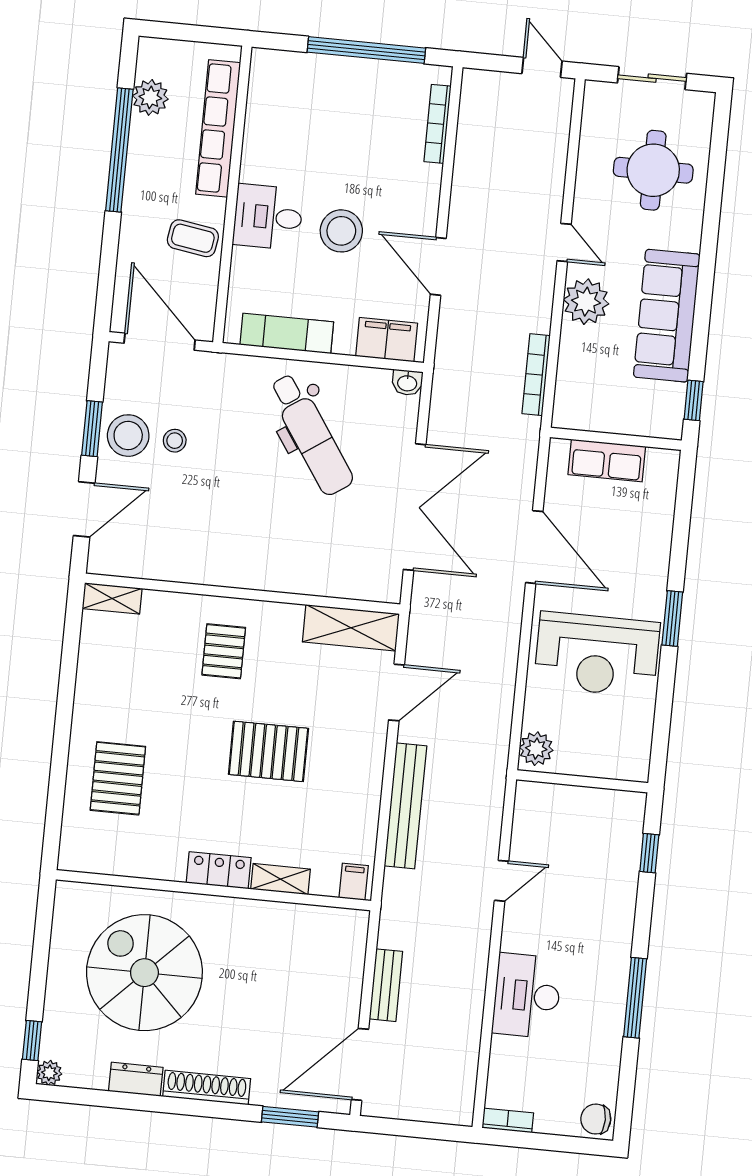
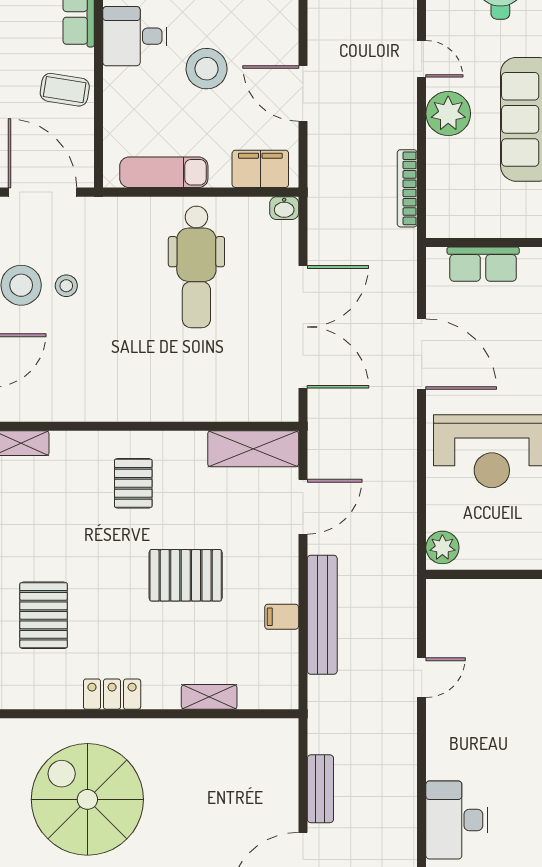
desk: (268, 217) -> (135, 36), moved
dental chair: (311, 434) -> (196, 267), turned 34
locker: (219, 870) -> (112, 694), moved
filing cabinet: (354, 882) -> (282, 617), moved, turned -90
desk: (527, 996) -> (457, 820), moved

